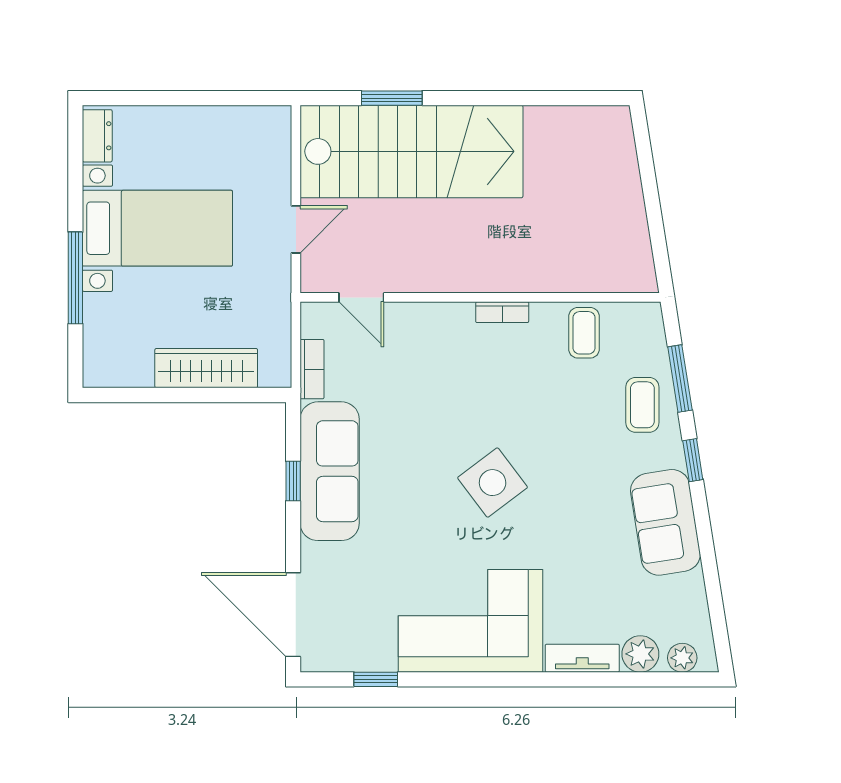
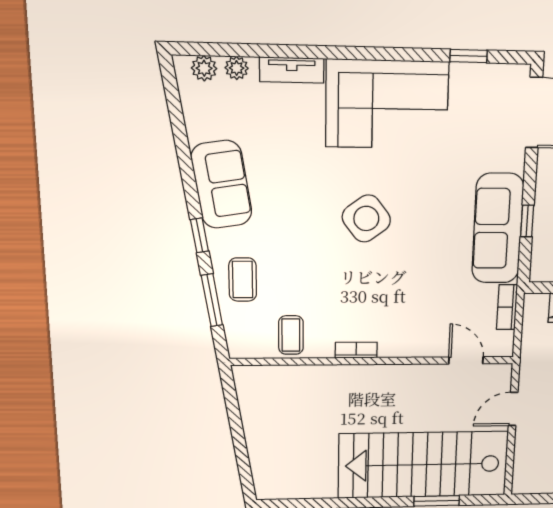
plant: (640, 654) -> (237, 68), width x0.73, depth x0.73

